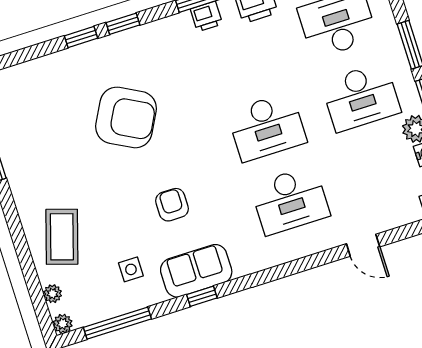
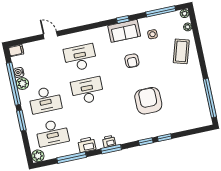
desk: (361, 97) -> (45, 100), turned 180
armchair: (126, 117) -> (148, 101), turned 62

